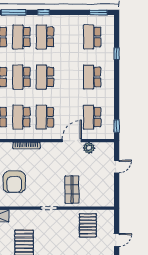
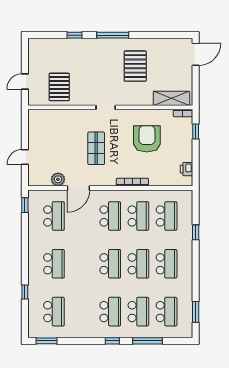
shop shelf: (72, 190) -> (96, 148), moved
door: (117, 240) -> (25, 81), moved

